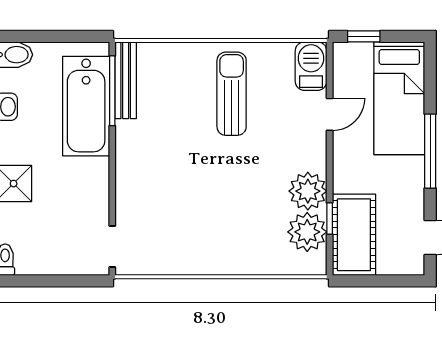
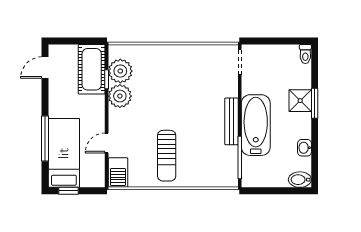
window: (364, 36) -> (69, 191), moved
bench: (126, 80) -> (231, 121), moved
bathtub: (86, 106) -> (256, 125), moved
window: (430, 151) -> (45, 138), moved

